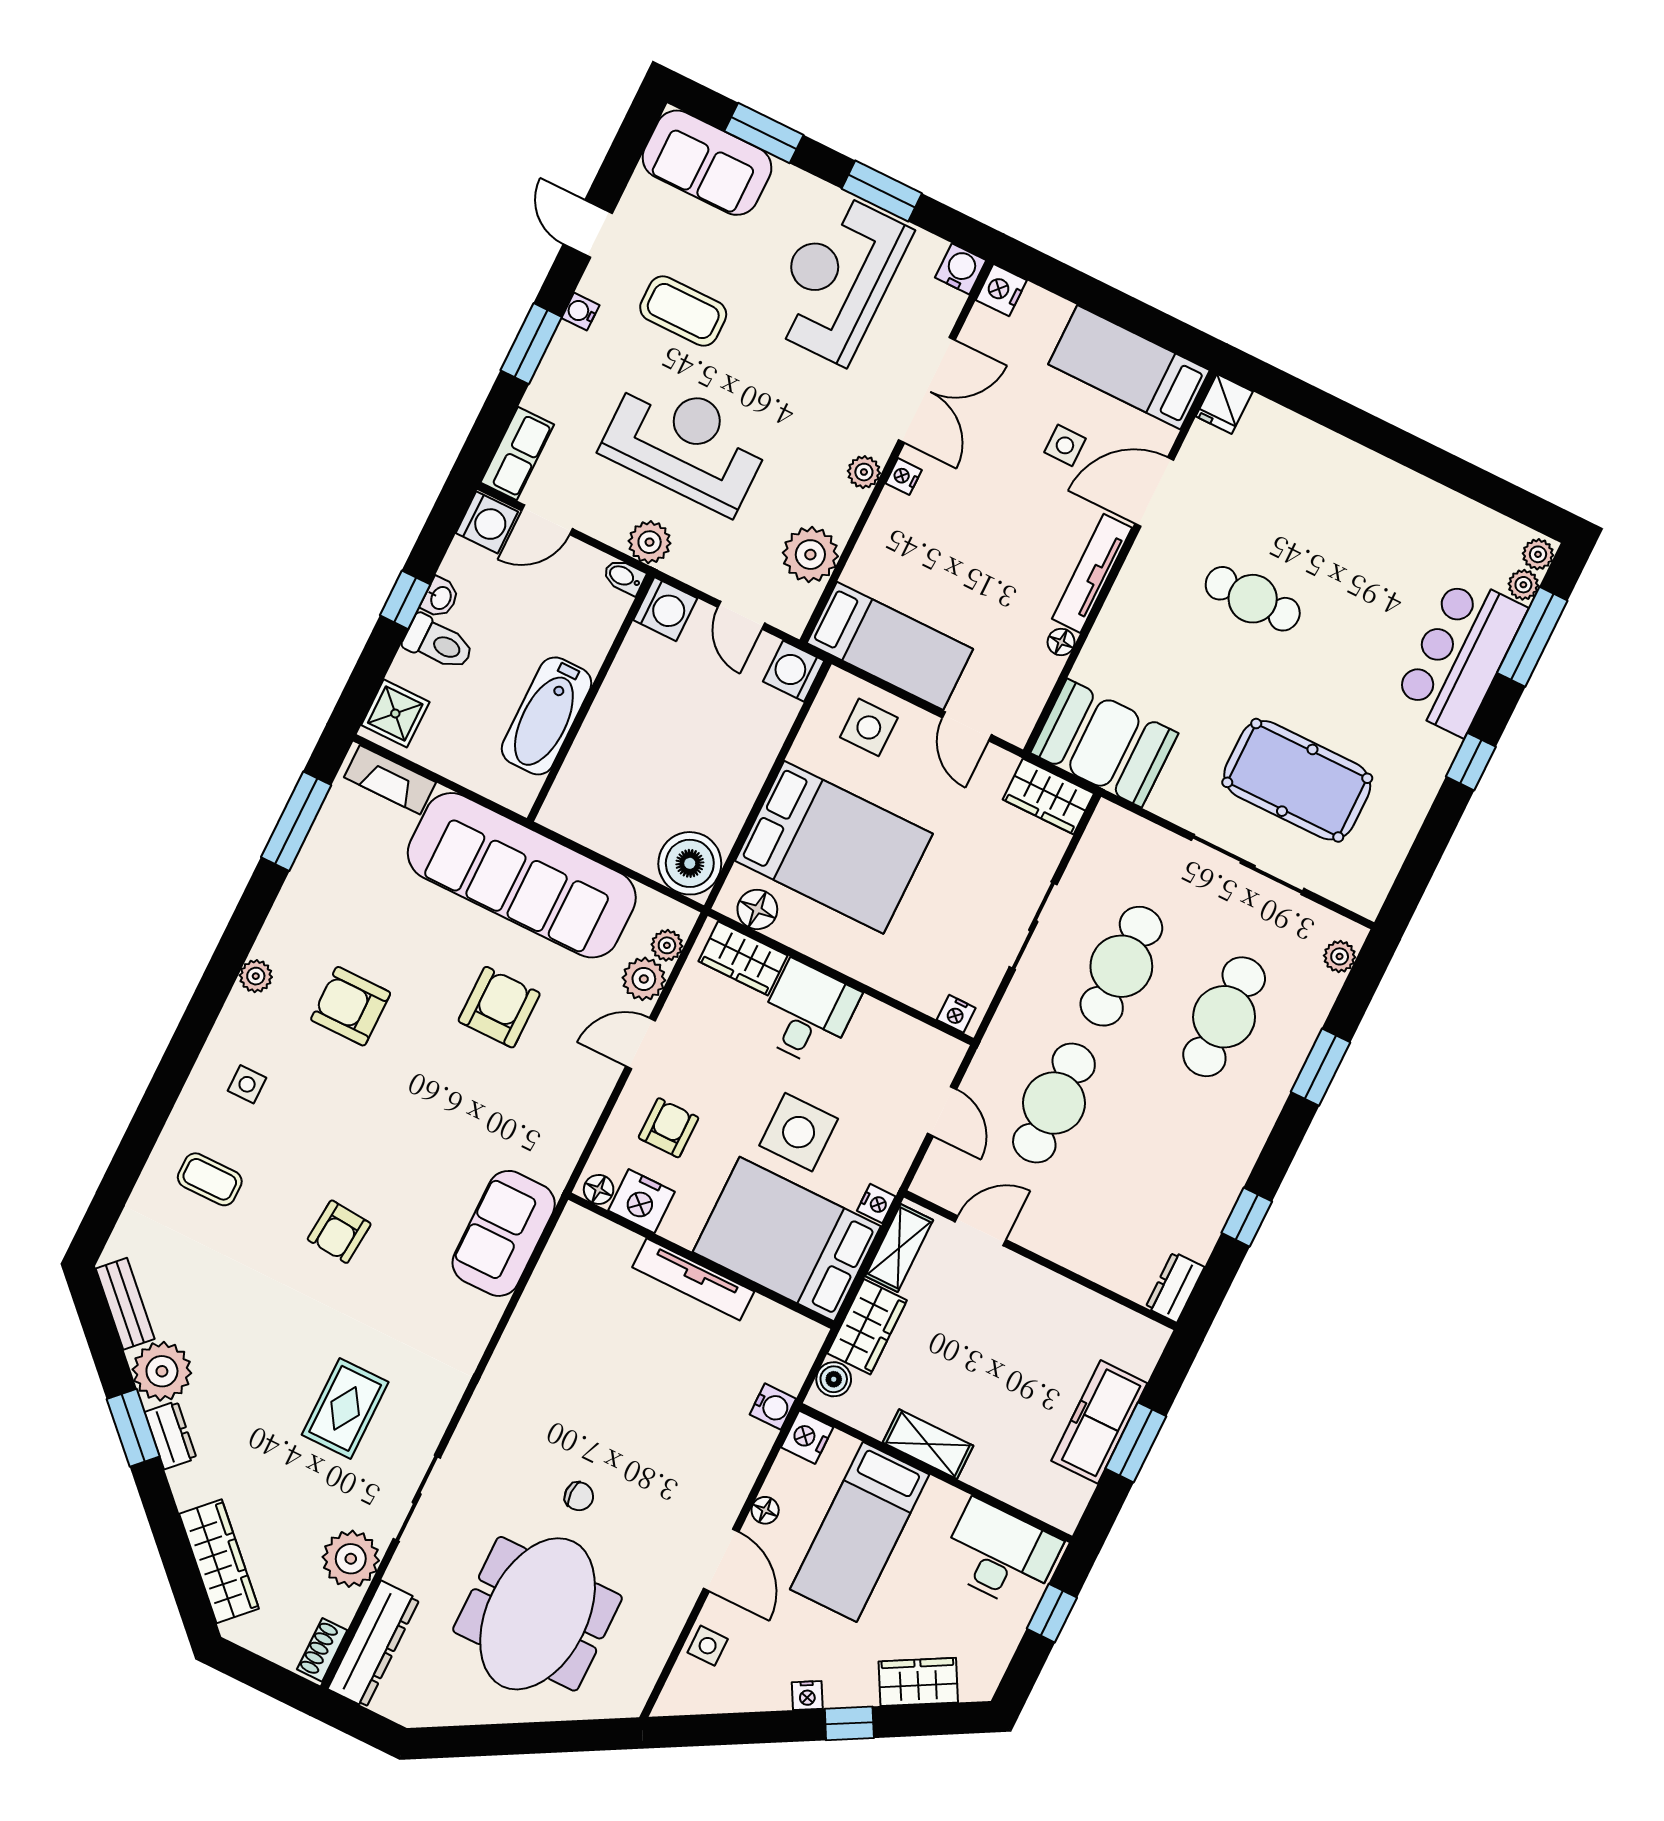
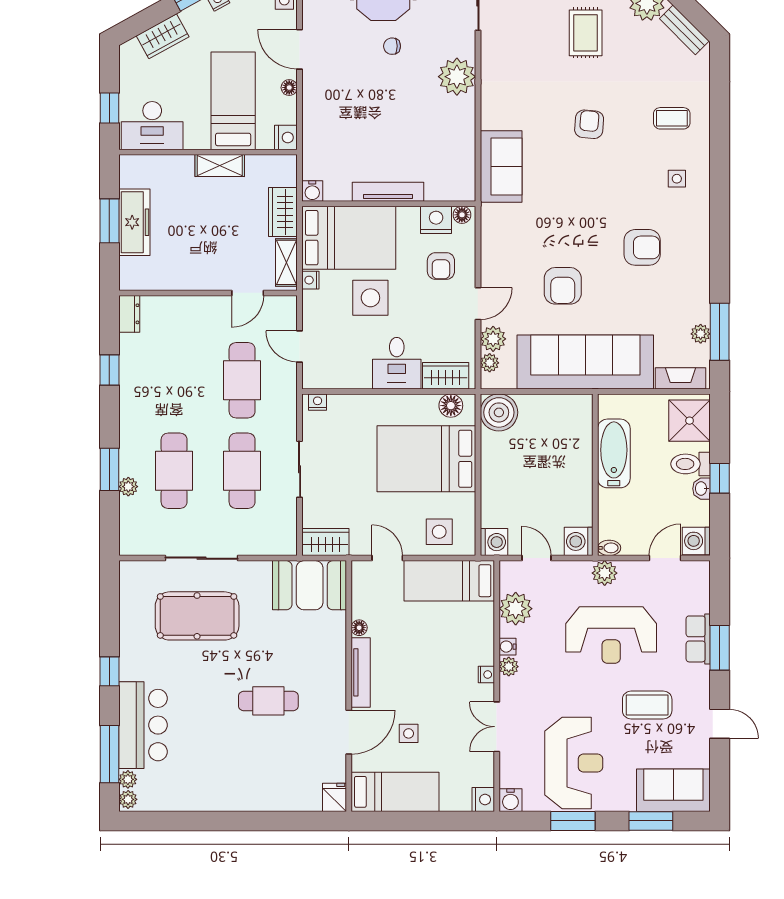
water cooler: (580, 312) -> (507, 647), moved, turned 180
double door: (927, 390) -> (497, 727), width x0.73
row of seats: (517, 454) -> (698, 639), moved
shower: (395, 713) -> (690, 421), width x1.36, depth x1.36
plant: (1340, 956) -> (128, 487), moved
plant: (256, 976) -> (701, 334), moved
boiler: (834, 1379) -> (287, 175), removed
plant: (504, 1402) -> (457, 77), added
water cooler: (773, 1407) -> (312, 191), moved, turned -90
rug: (345, 1408) -> (586, 33), moved

